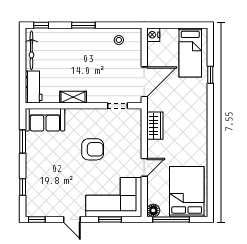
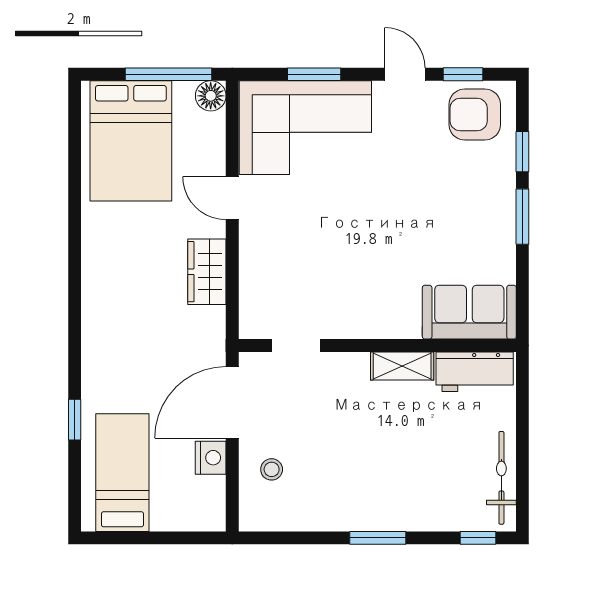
nightstand: (153, 35) -> (211, 458), moved
stool: (119, 40) -> (272, 469), moved
workbench: (34, 87) -> (475, 372), moved, turned -90
wardrobe: (155, 126) -> (207, 272), moved
window: (23, 141) -> (522, 217), moved
armchair: (93, 149) -> (475, 115), moved
door: (144, 167) -> (232, 198), hinge flipped
window: (37, 219) -> (463, 74), moved

